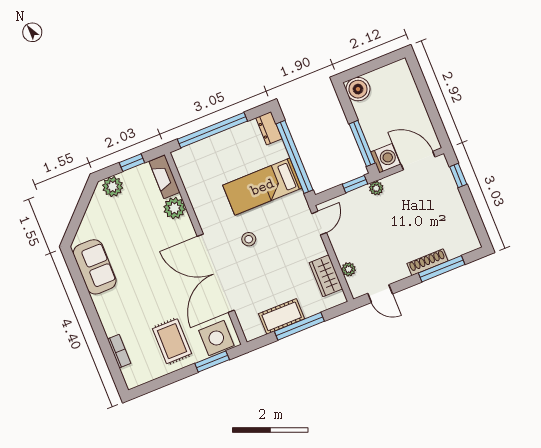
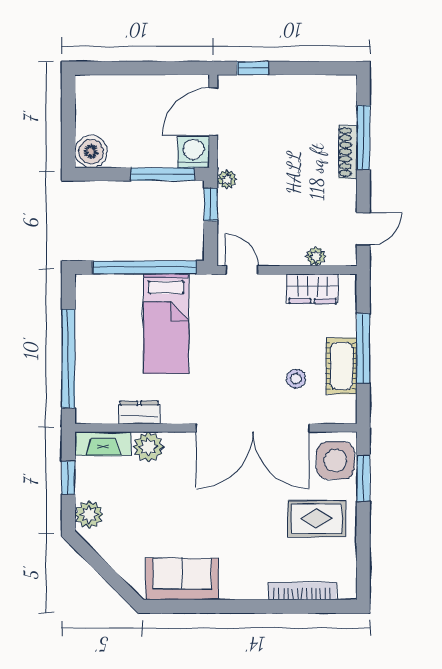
dresser: (269, 128) -> (139, 412), moved, turned 180
stool: (249, 239) -> (296, 379), moved
bookcase: (119, 351) -> (302, 591), width x1.56

